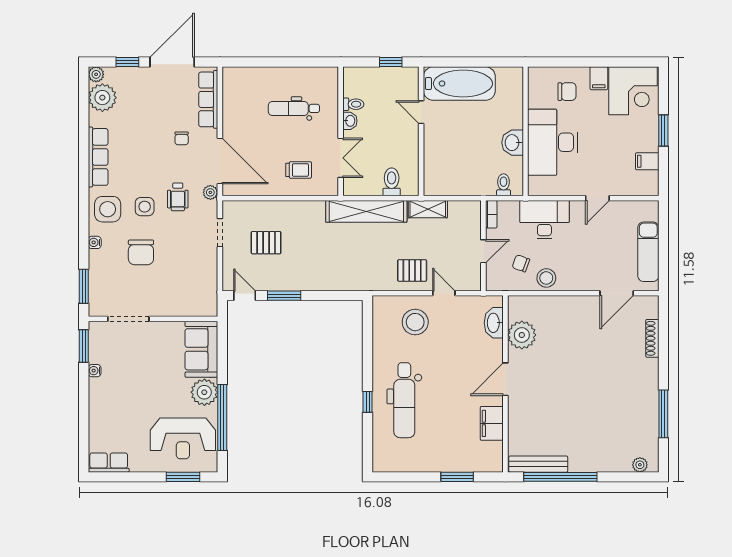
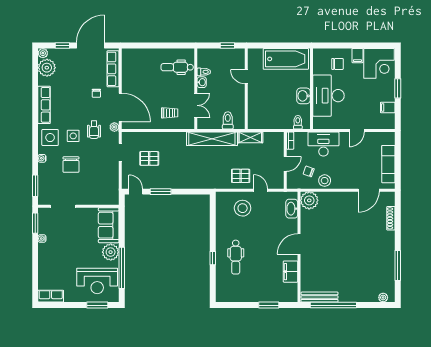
bathtub: (459, 84) -> (286, 59), moved
dental chair: (294, 108) -> (177, 67), moved
plant: (522, 335) -> (309, 200), moved
dental chair: (404, 400) -> (236, 257), width x0.73, depth x0.72

